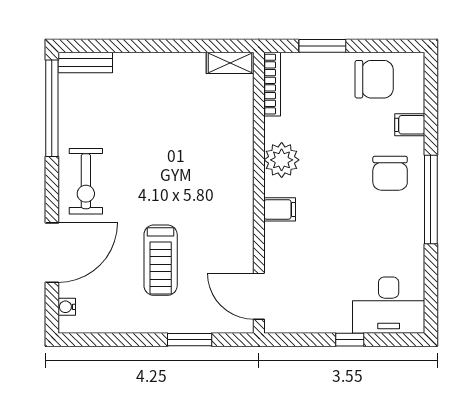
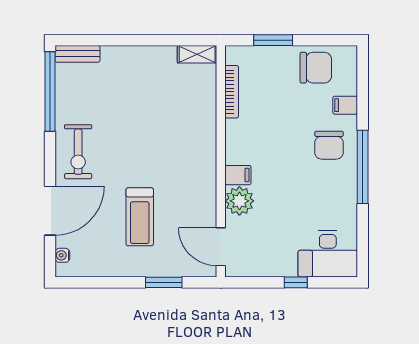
bookcase: (272, 84) -> (232, 92), moved
plant: (282, 160) -> (239, 201), moved

